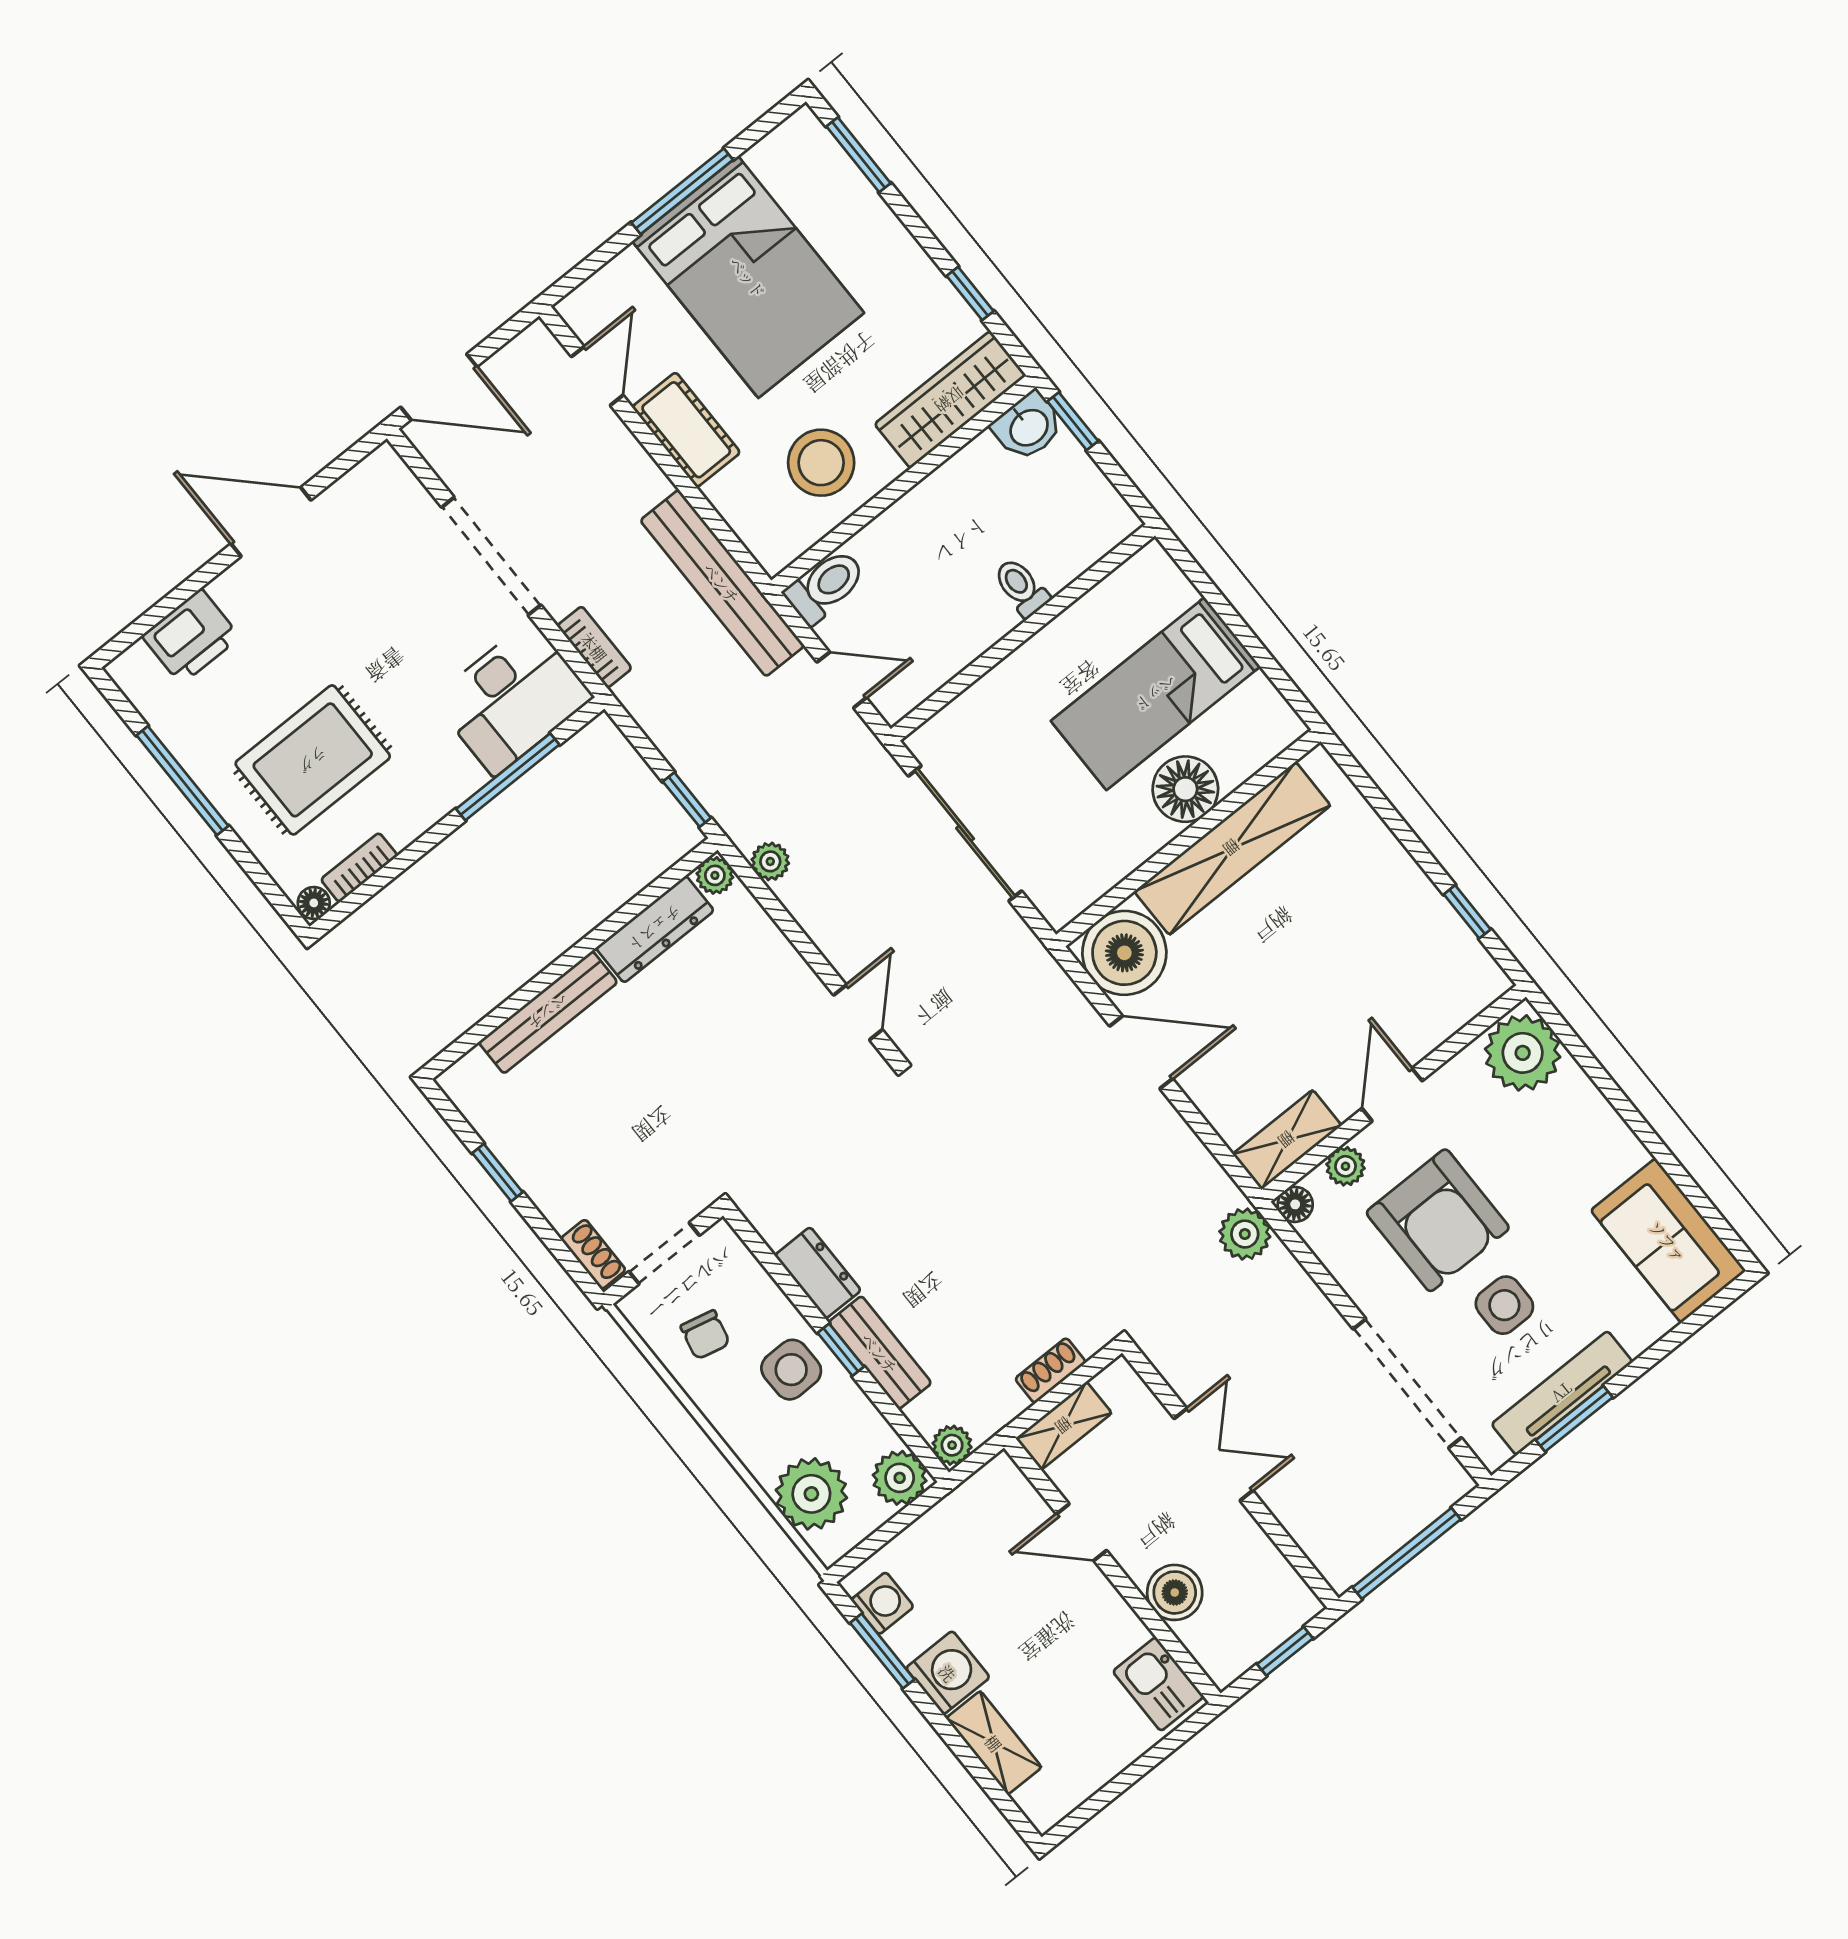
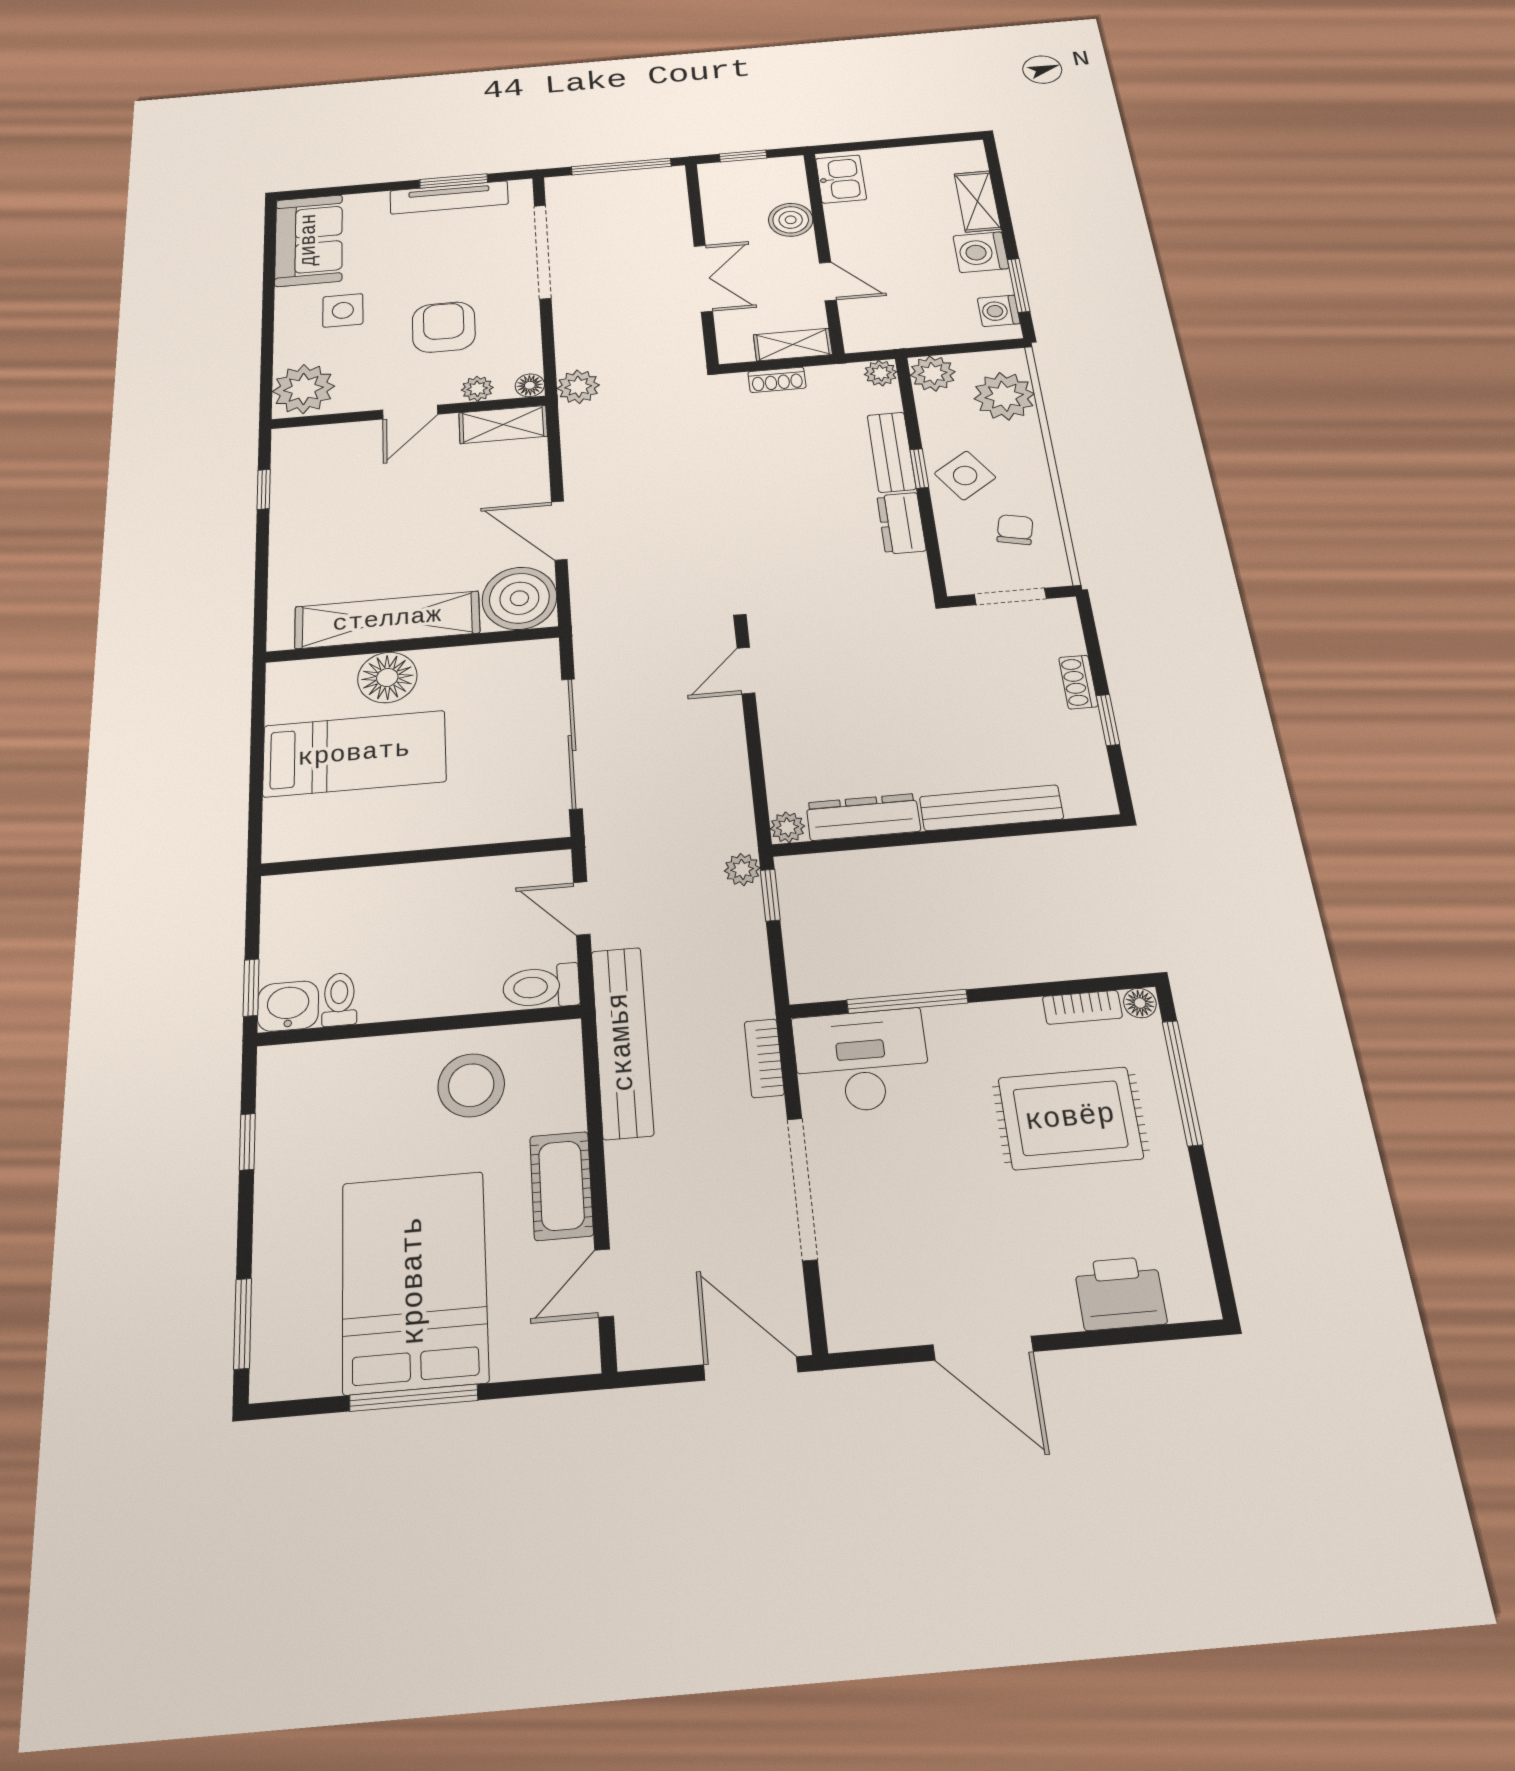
wardrobe: (950, 400) -> (331, 1067), removed
toilet: (1021, 588) -> (339, 999), moved, turned 180
window: (182, 781) -> (1182, 1083), moved
plant: (770, 861) -> (742, 869), moved
armchair: (1438, 1220) -> (444, 327), width x0.73, depth x0.73
shoe rack: (593, 1254) -> (1078, 682), moved
side table: (1504, 1305) -> (343, 310), moved
side table: (791, 1370) -> (965, 475), turned -33
double door: (1213, 1454) -> (703, 278), swing flipped

